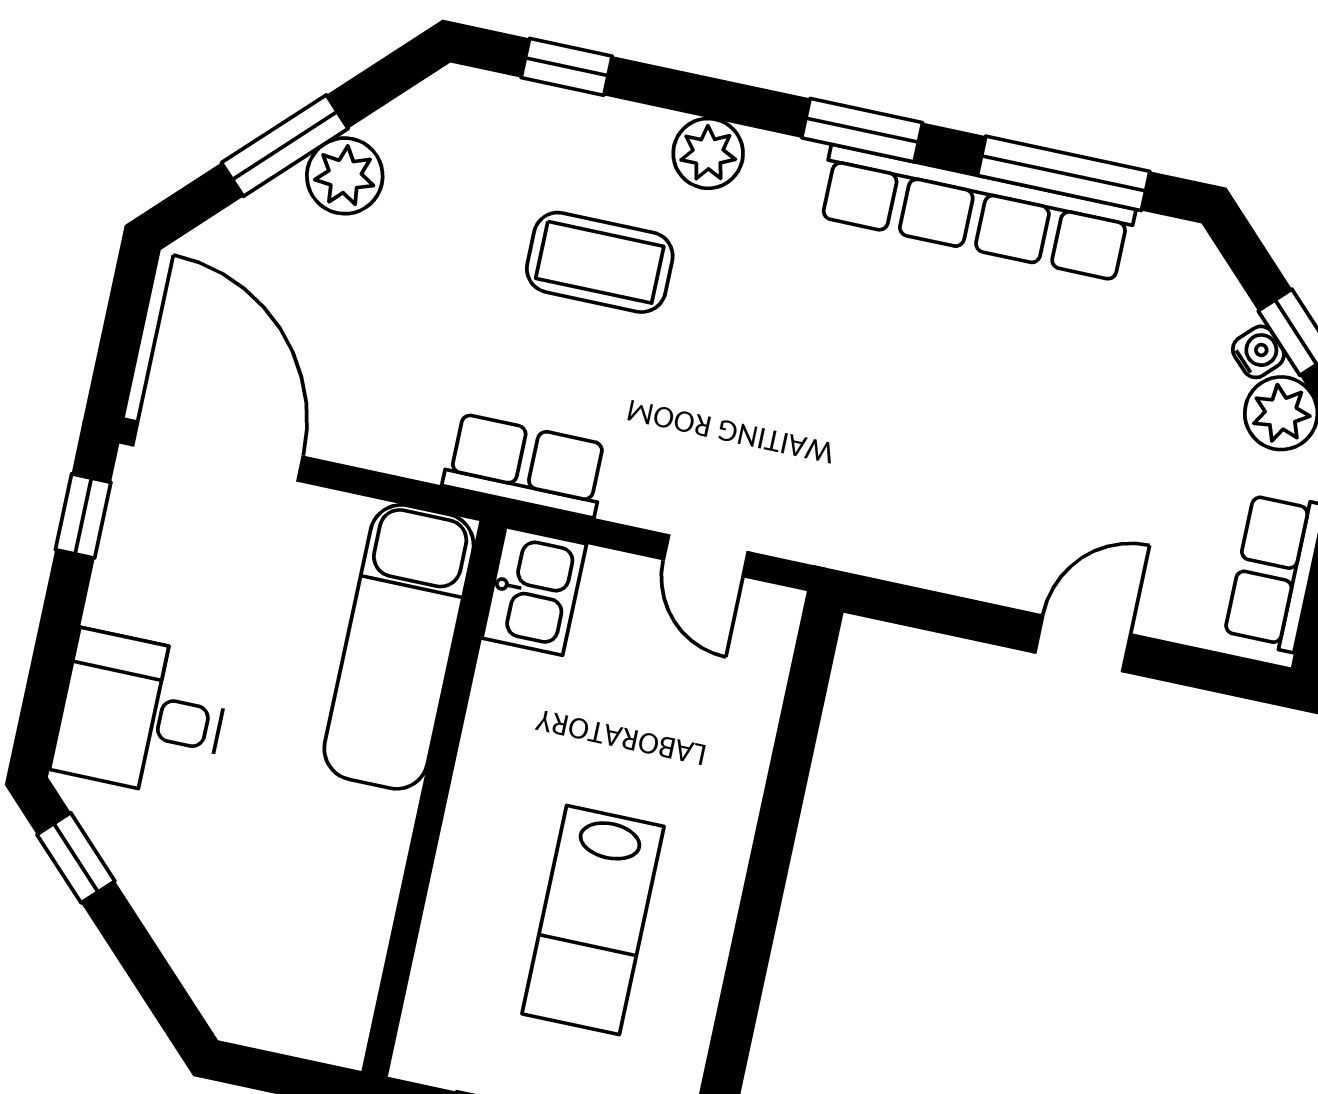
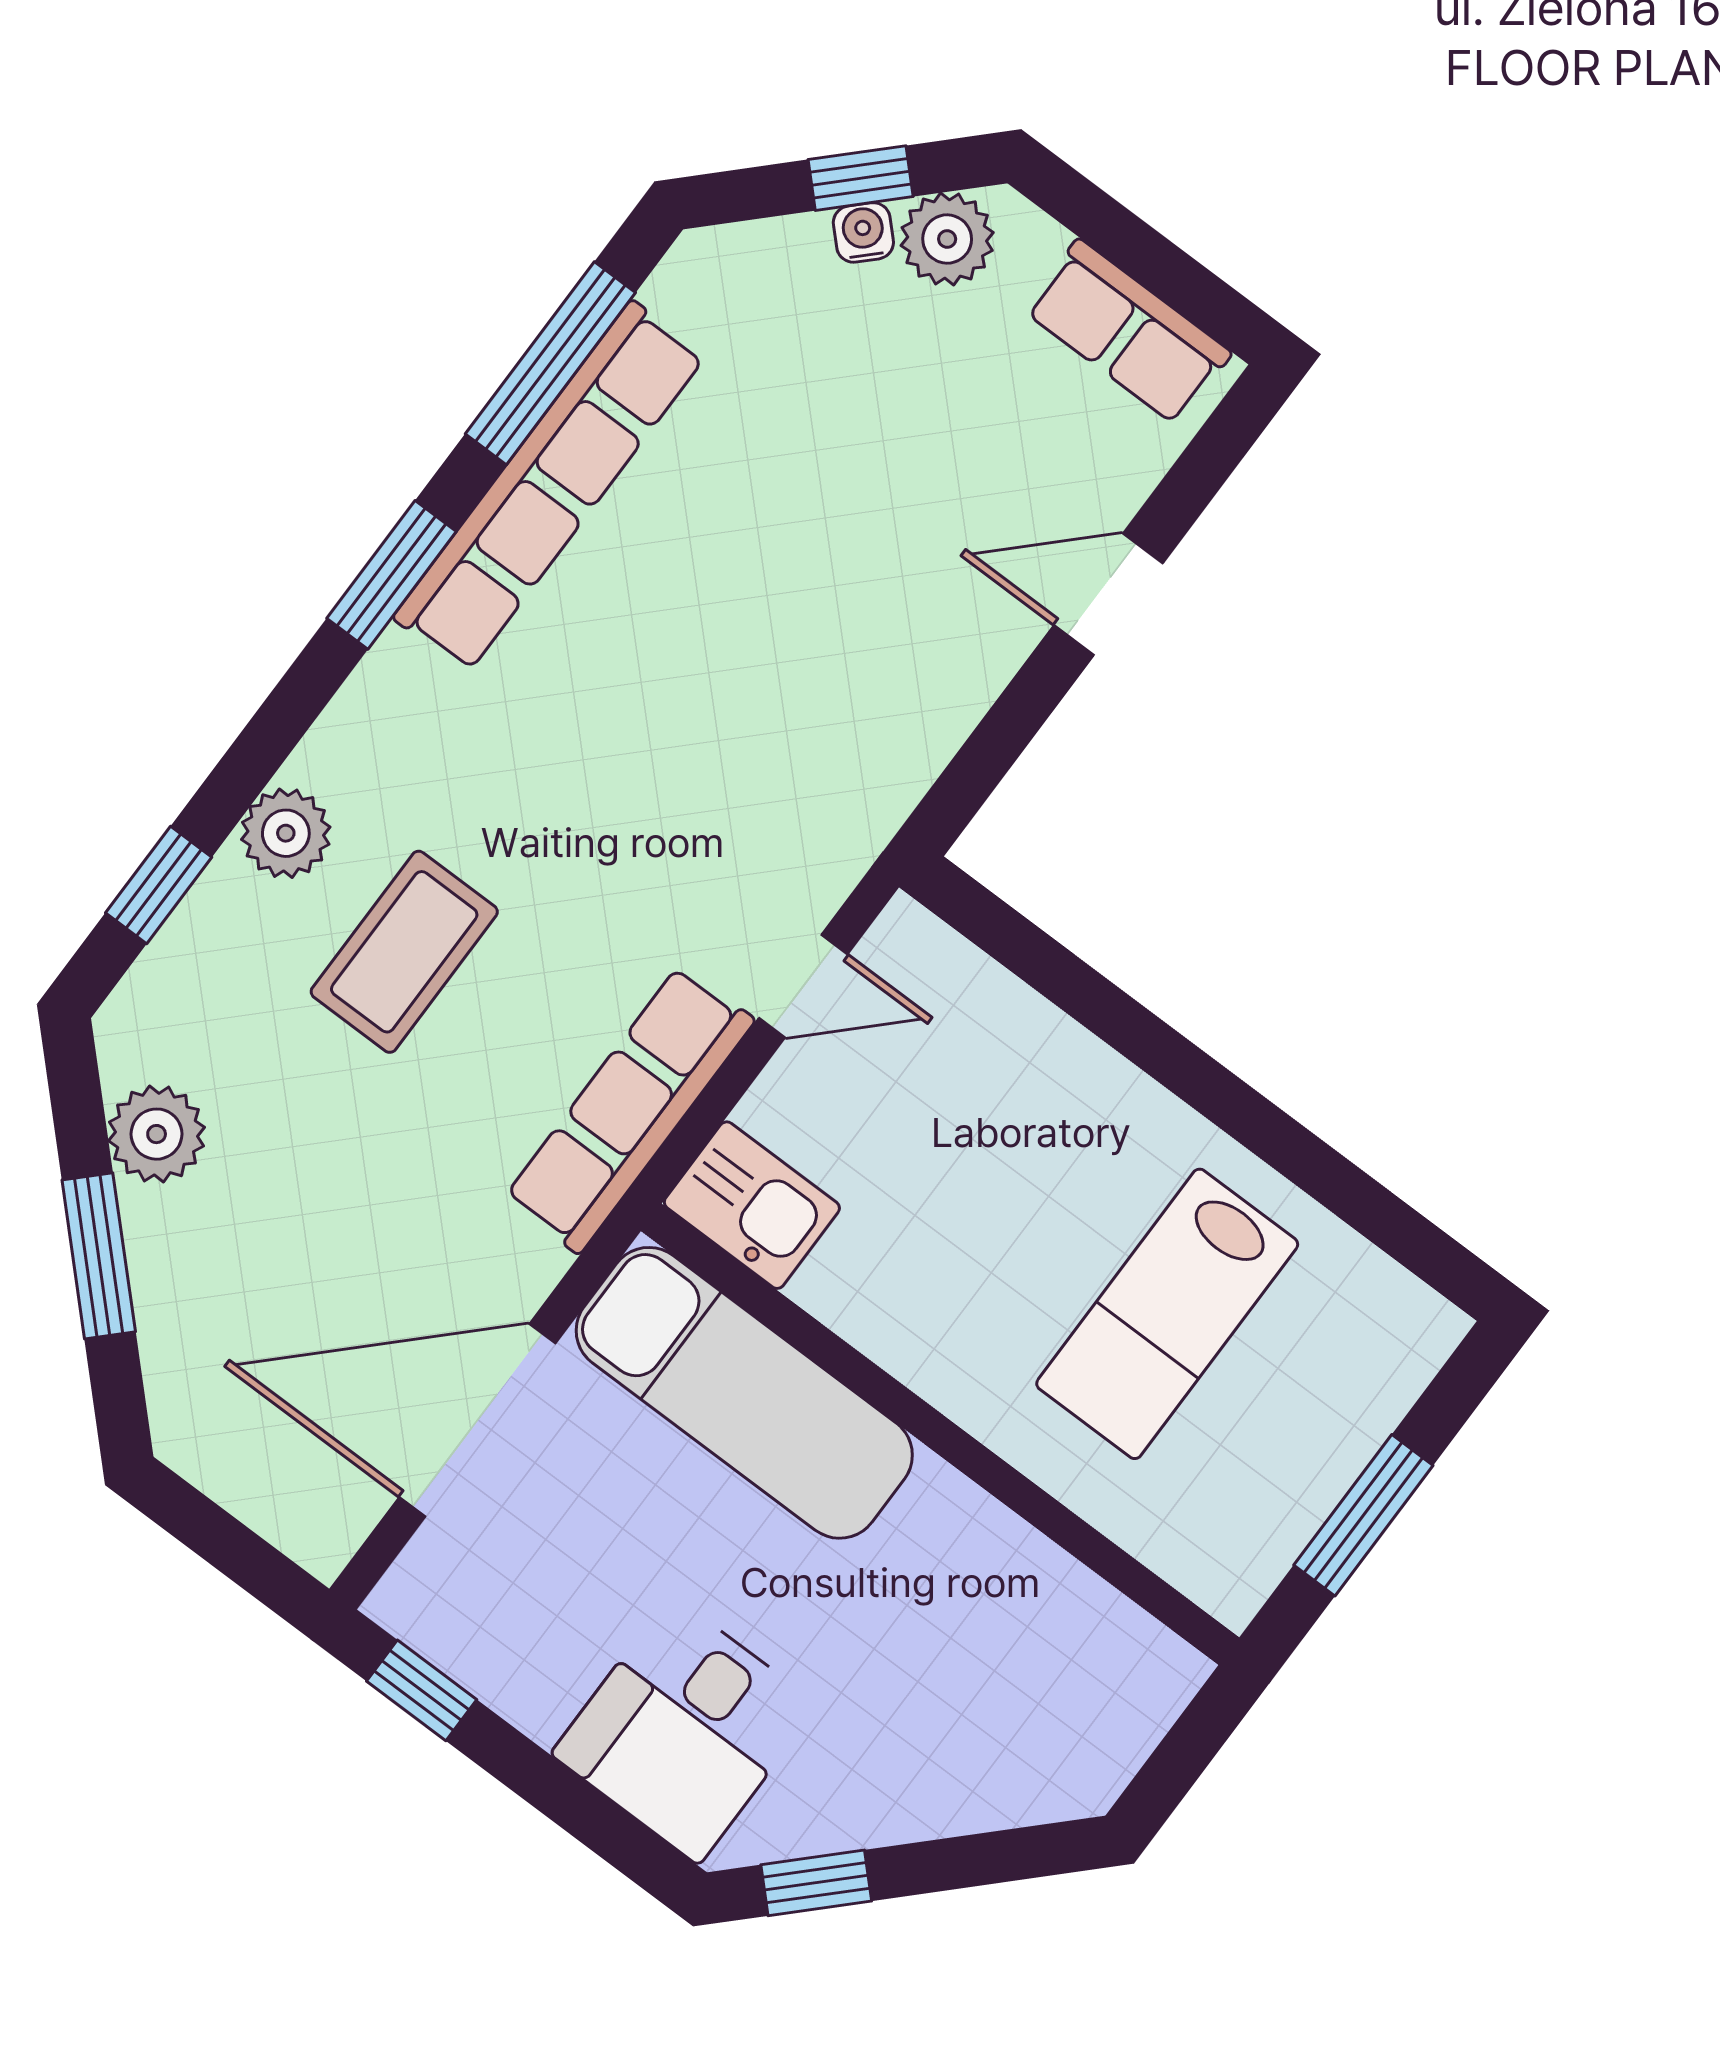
plant: (708, 153) -> (286, 833), moved
plant: (345, 176) -> (157, 1134), moved
door: (218, 451) -> (477, 1420), moved
row of seats: (526, 465) -> (630, 1109), width x1.48
door: (1083, 643) -> (1108, 594), hinge flipped
lab bench: (593, 920) -> (1167, 1314), turned 90

